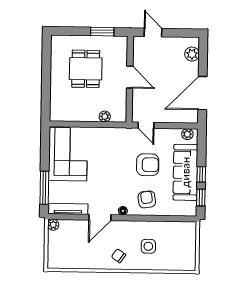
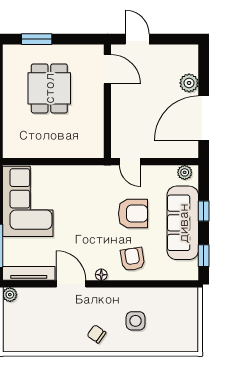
window: (102, 32) -> (37, 39), moved
plant: (192, 54) -> (189, 83), moved
door: (130, 77) -> (107, 69), moved
plant: (105, 116) -> (75, 151), removed
window: (201, 174) -> (204, 211), moved
door: (100, 217) -> (71, 284), swing flipped

